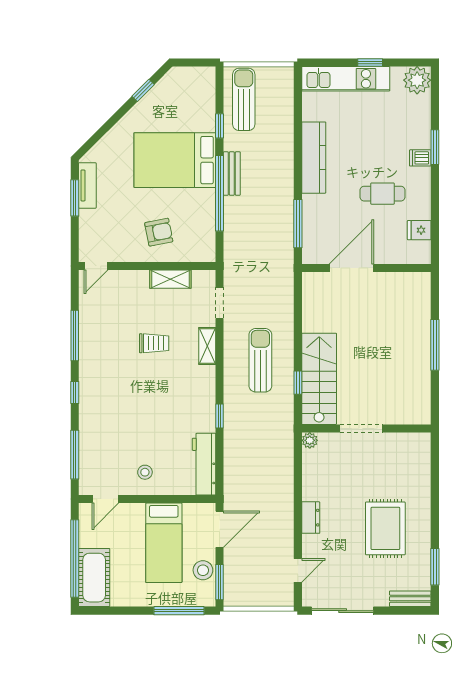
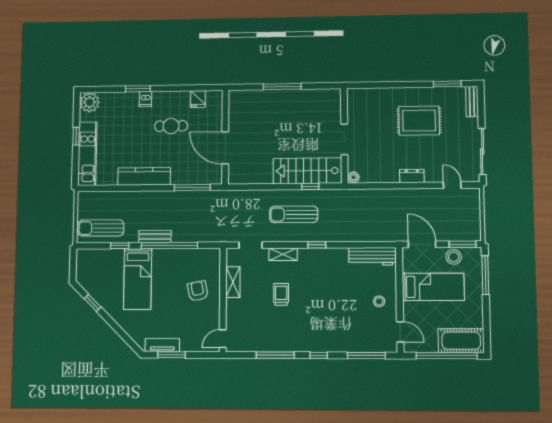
bed: (175, 160) -> (138, 279), width x0.67
cafe table: (382, 194) -> (171, 126), turned 90
door: (96, 266) -> (223, 339), swing flipped
window: (220, 416) -> (317, 245), moved

